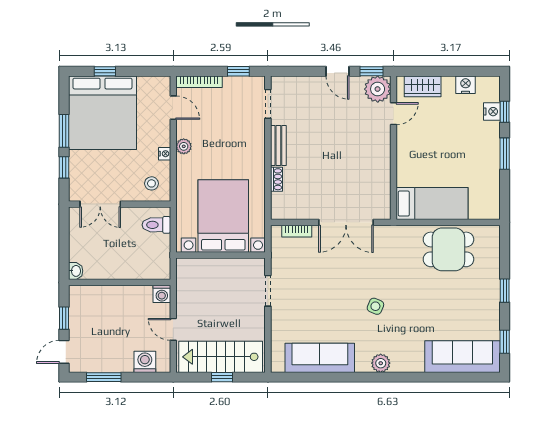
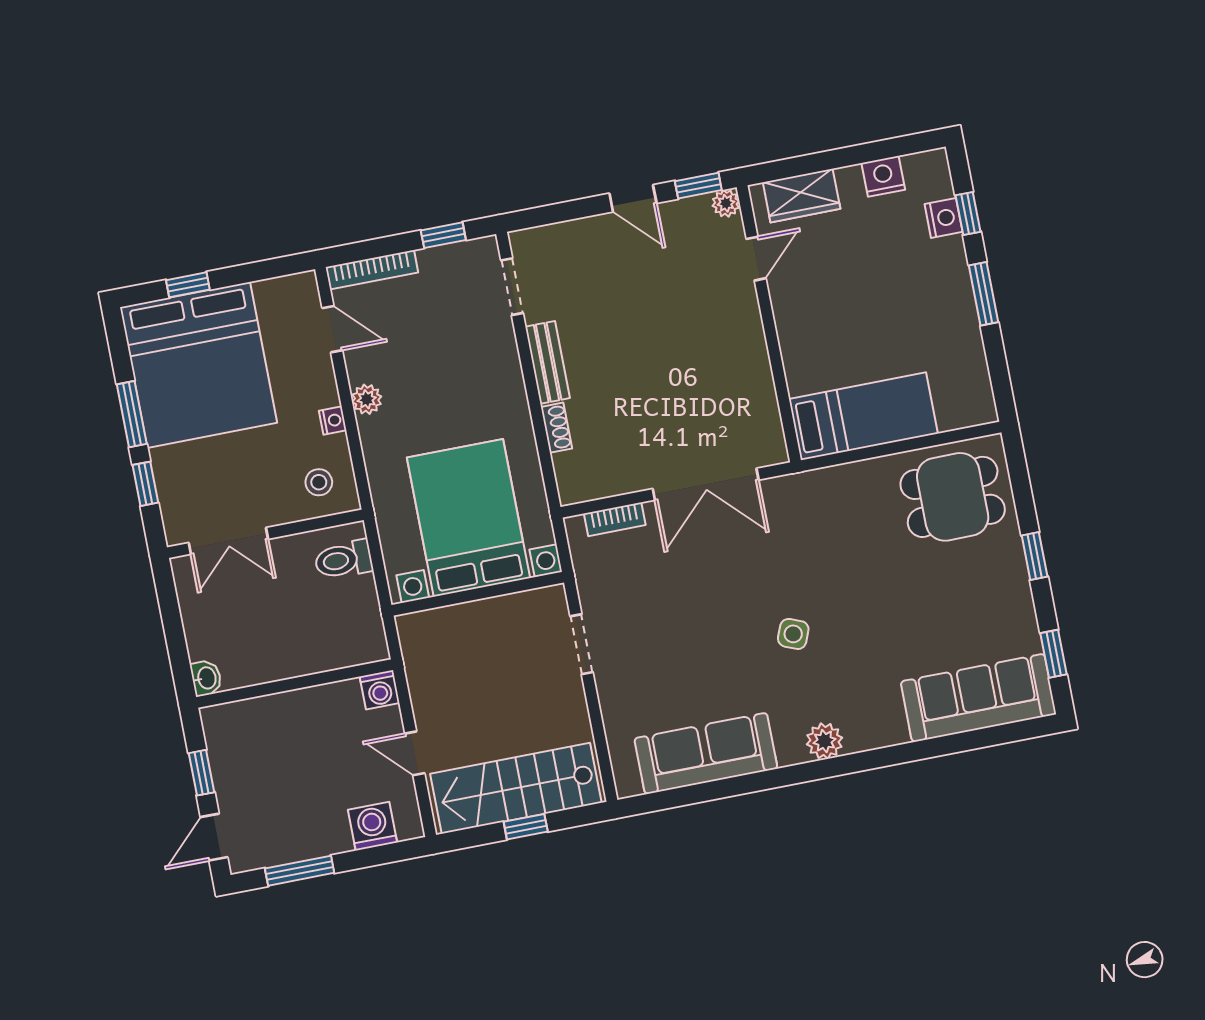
plant: (378, 89) -> (726, 203), width x0.53, depth x0.53
dining table: (448, 249) -> (953, 497), moved

